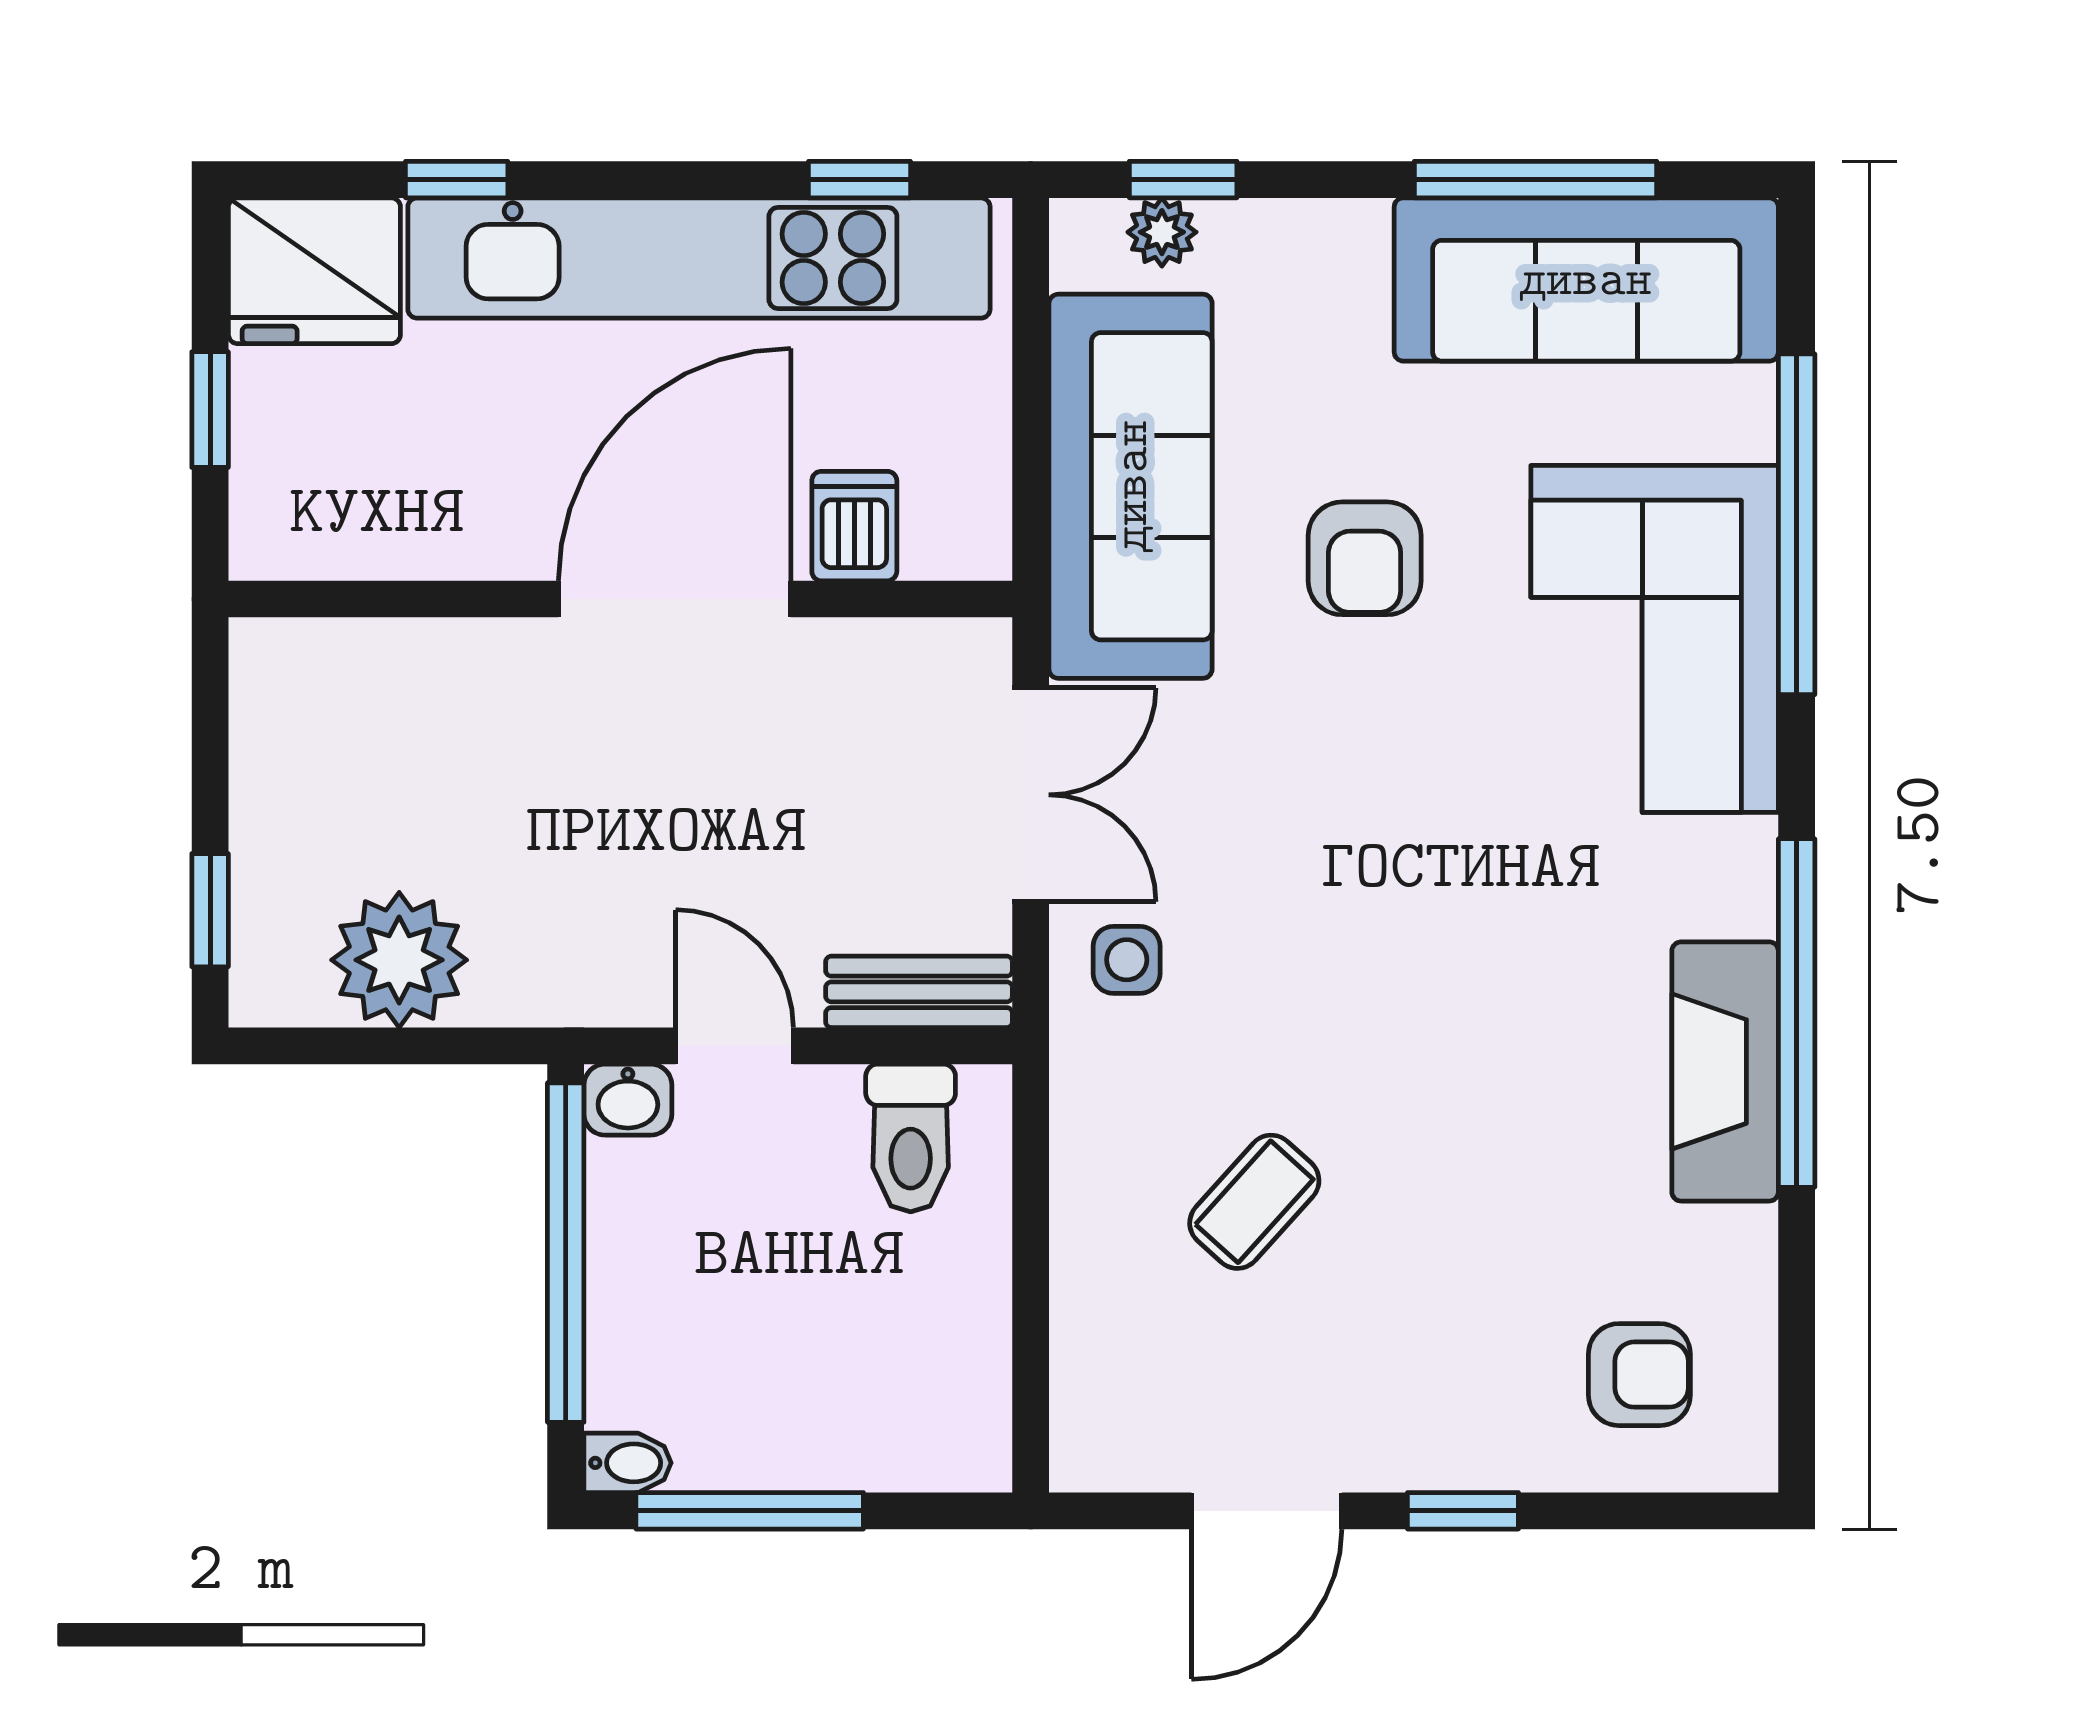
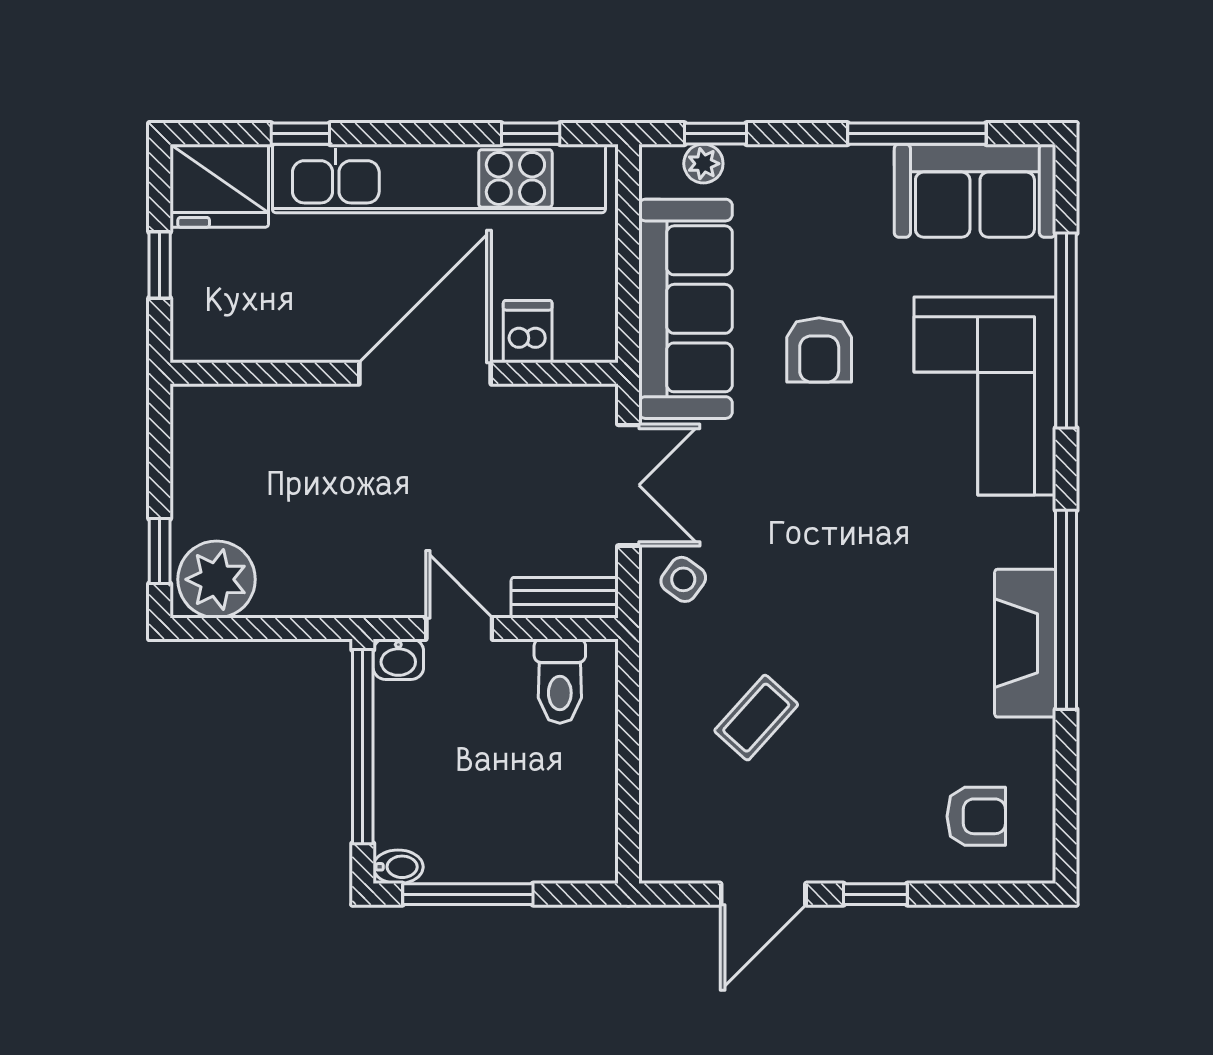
sofa: (1586, 279) -> (975, 191), width x0.73
plant: (399, 960) -> (217, 579), moved
side table: (1127, 960) -> (683, 579), turned 36

